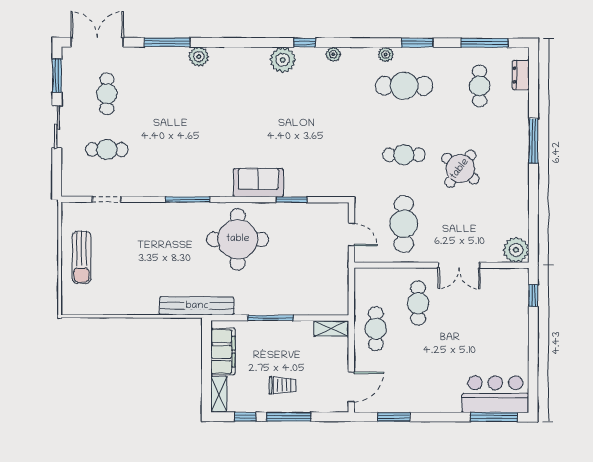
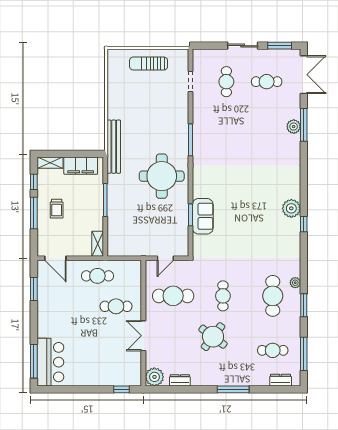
plant: (333, 54) -> (295, 245), removed
plant: (199, 57) -> (294, 127), moved
sofa: (258, 183) -> (203, 216), moved
dresser: (521, 215) -> (180, 380), added

